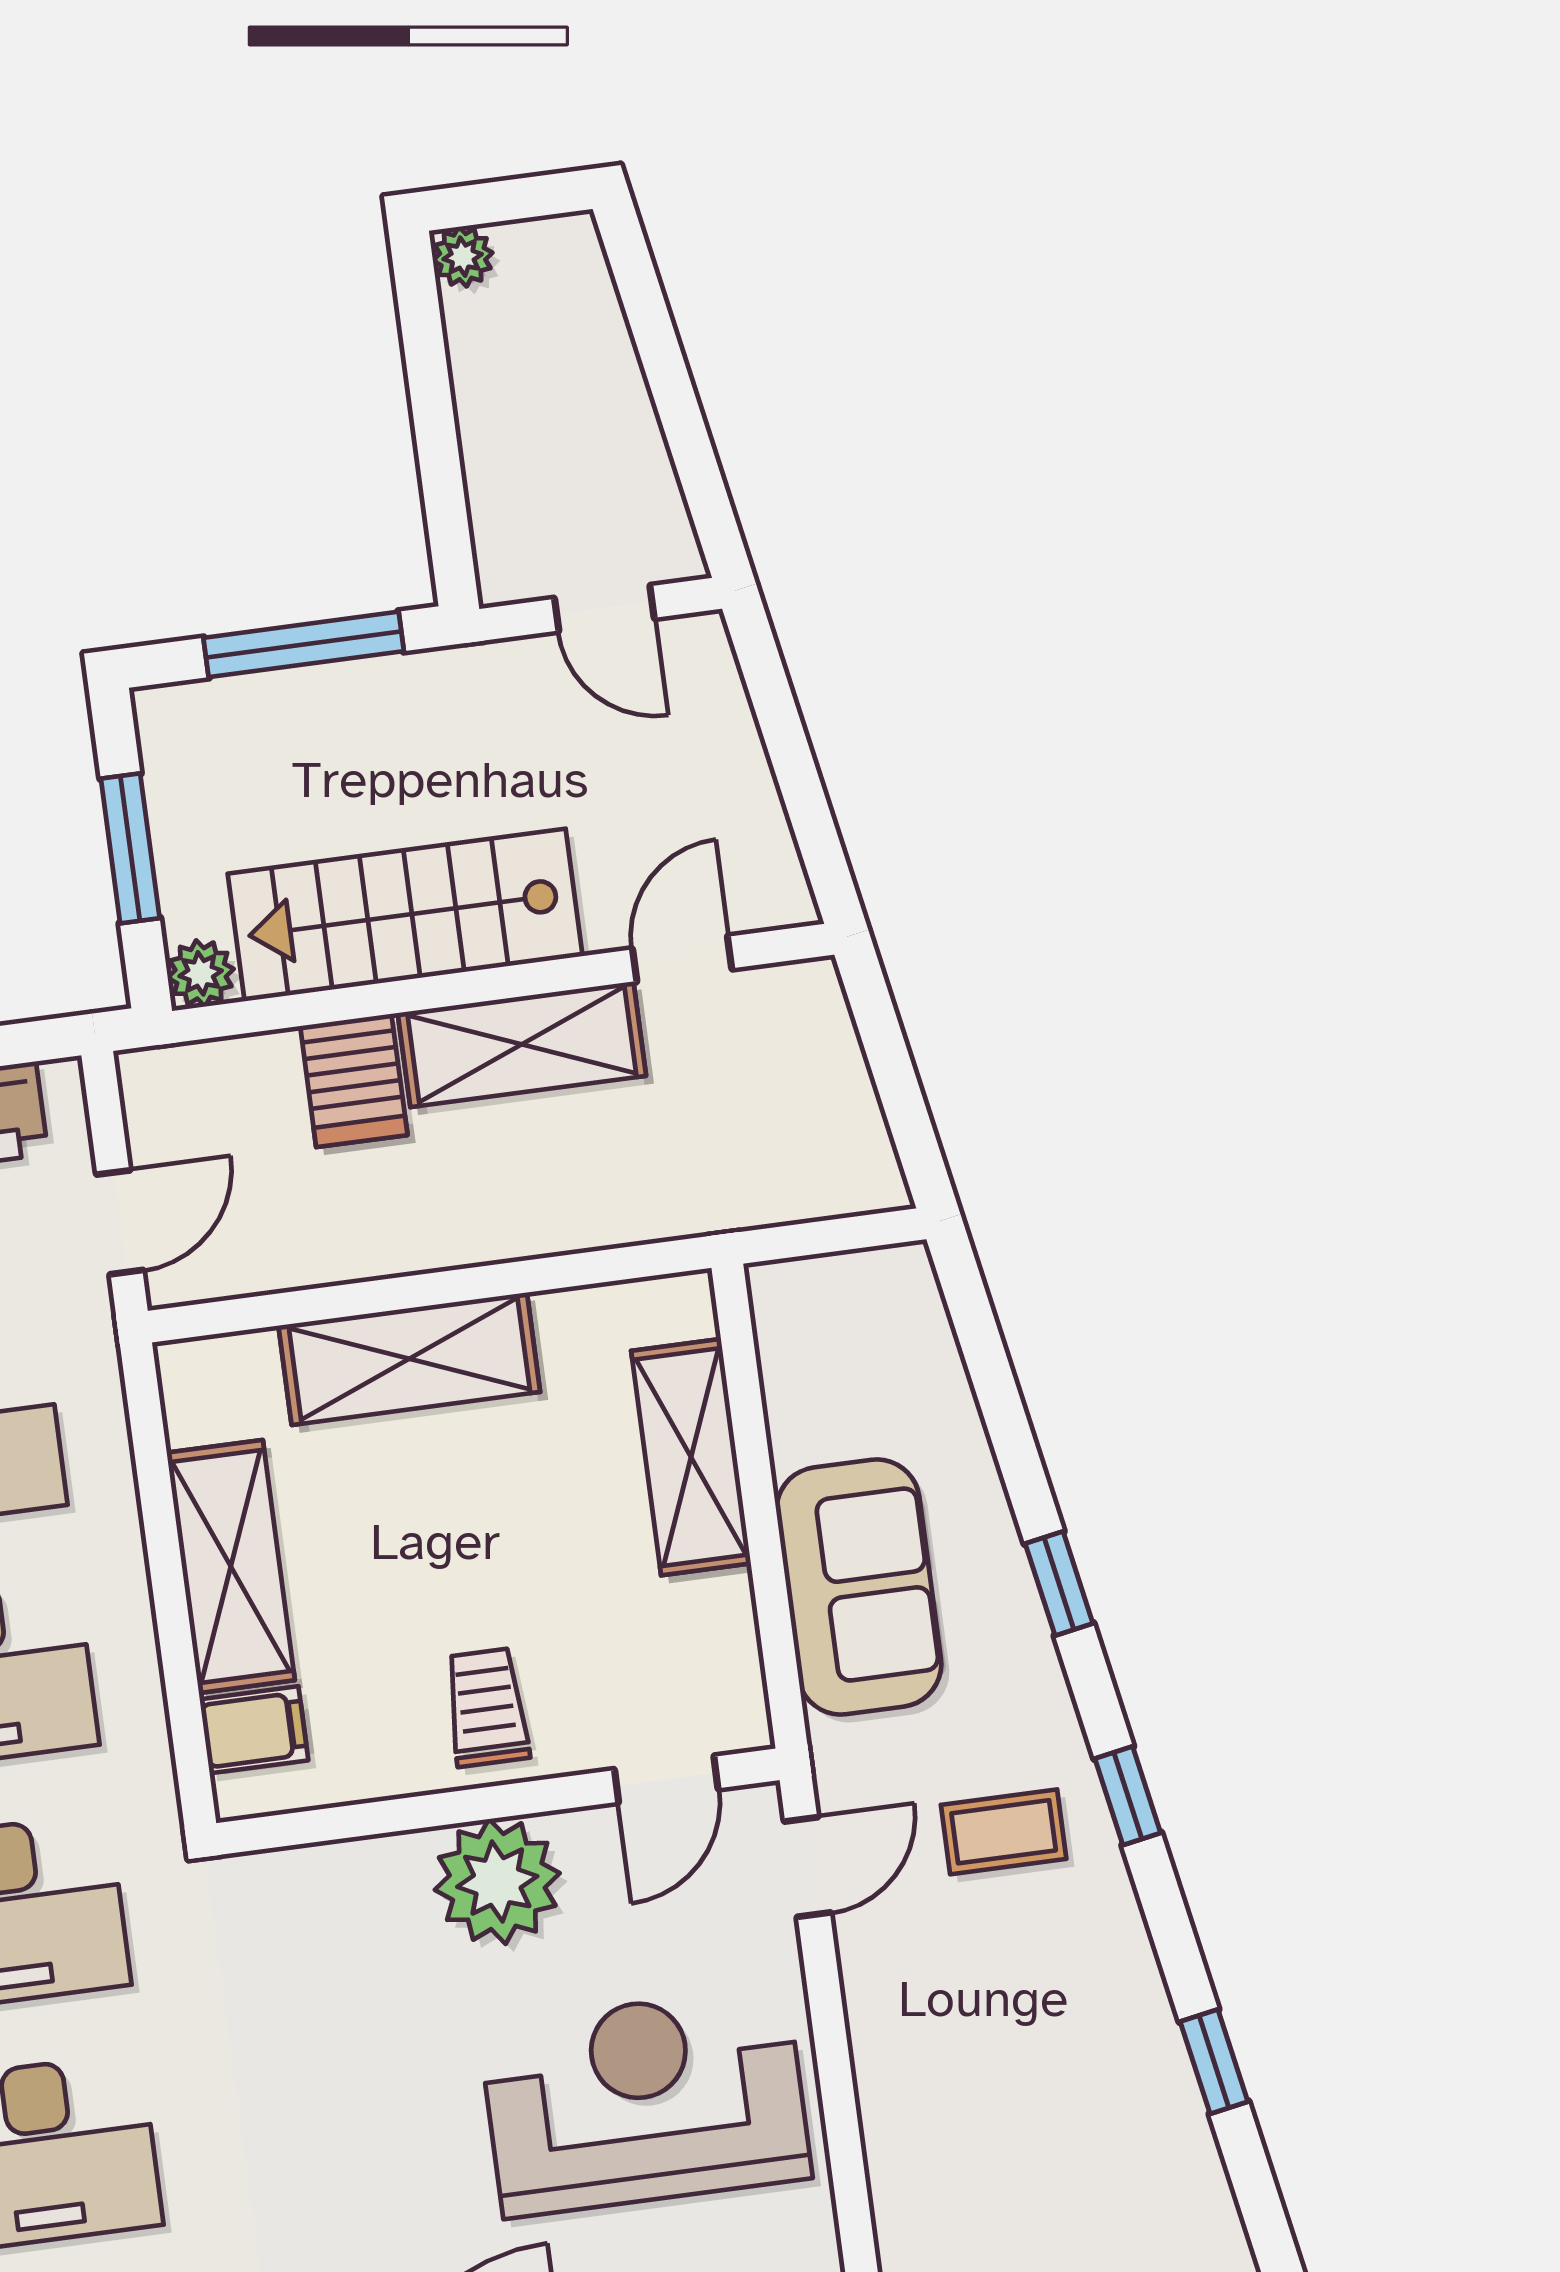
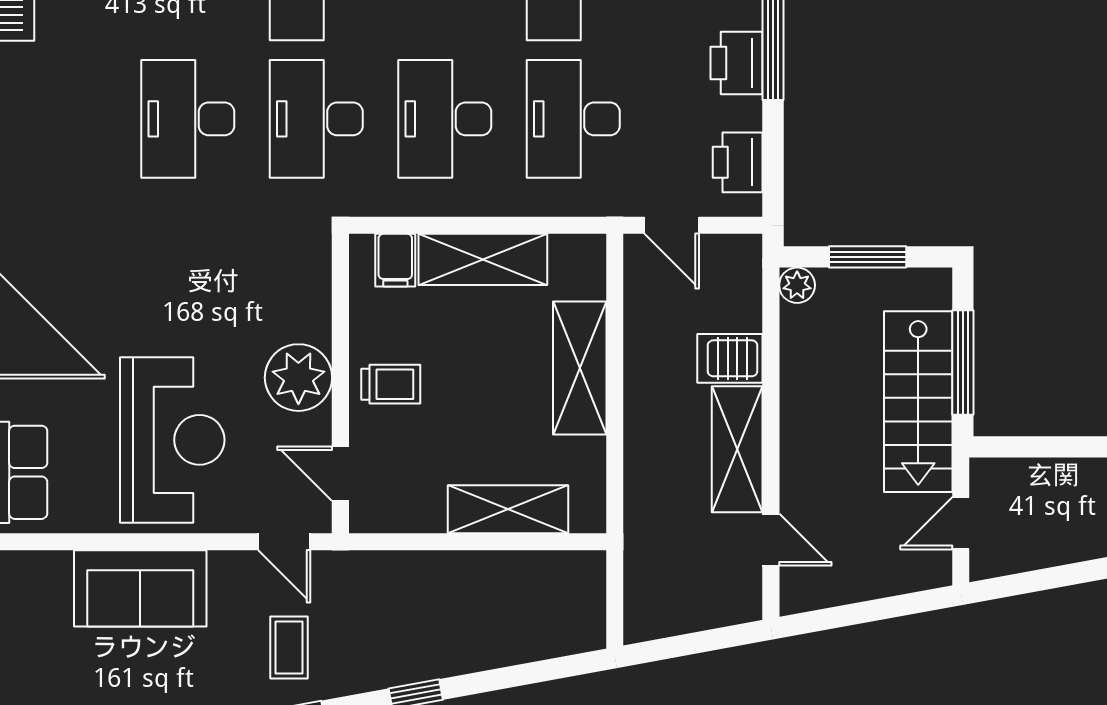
stairs: (405, 915) -> (918, 402), moved, turned 180
sofa: (859, 1587) -> (140, 588), moved

